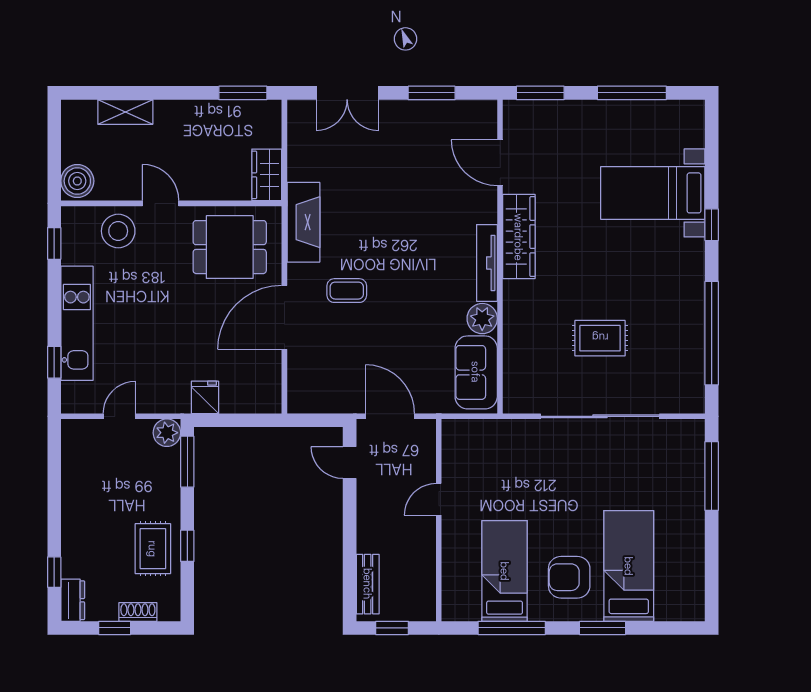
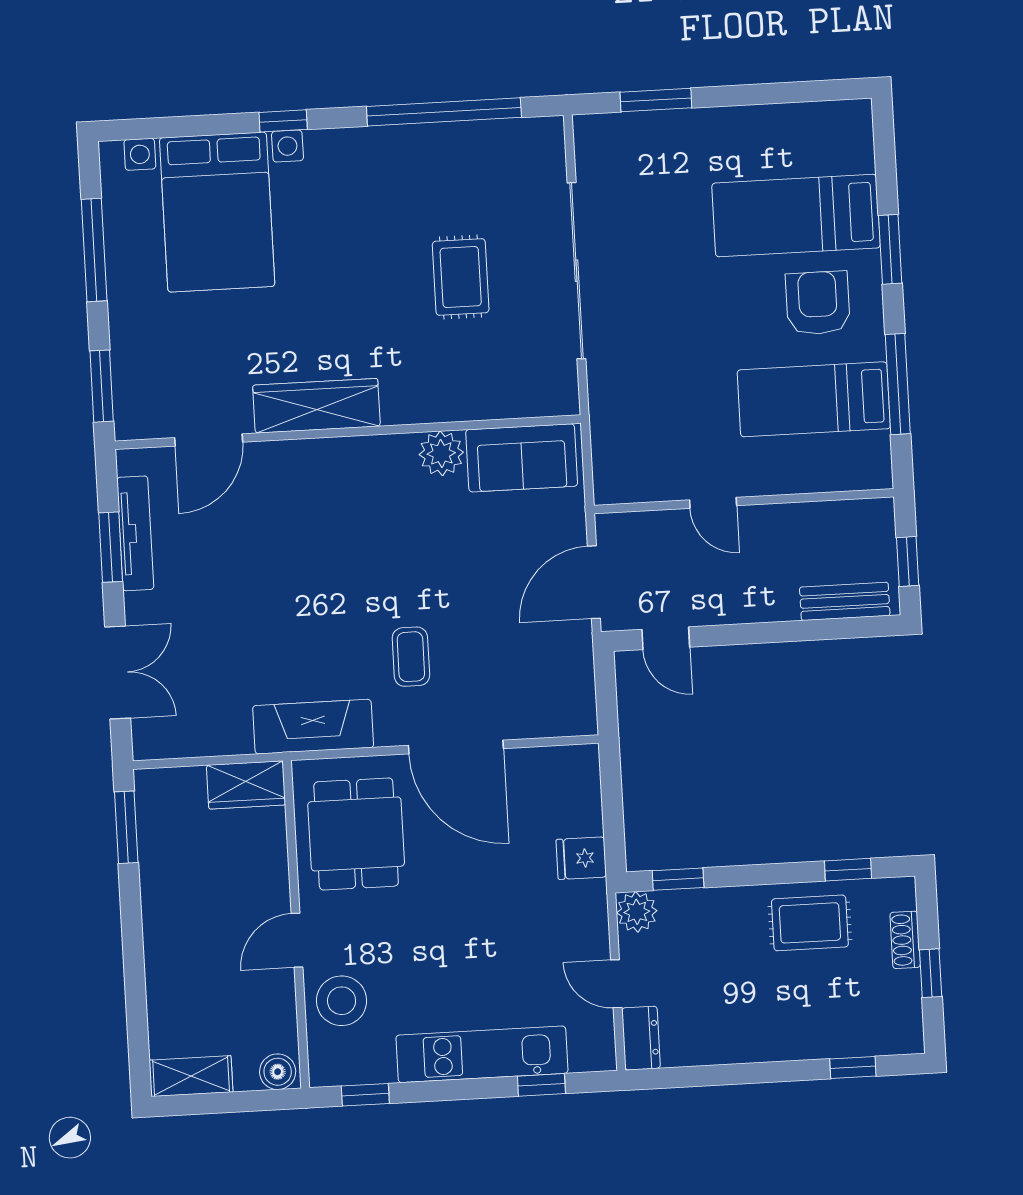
shelving: (125, 112) -> (191, 1076), moved, turned 90
boiler: (77, 181) -> (278, 1072), width x0.73, depth x0.73
bed with nightstands: (653, 193) -> (217, 212), width x1.36
tv unit: (487, 263) -> (135, 533), moved, turned -90
window: (187, 462) -> (678, 879), width x0.67
door: (350, 462) -> (666, 638), hinge flipped
window: (712, 476) -> (656, 100), width x0.69
window: (187, 546) -> (848, 870), moved
armchair: (569, 577) -> (818, 303), turned 180
dresser: (73, 600) -> (641, 1038), moved, turned 90

